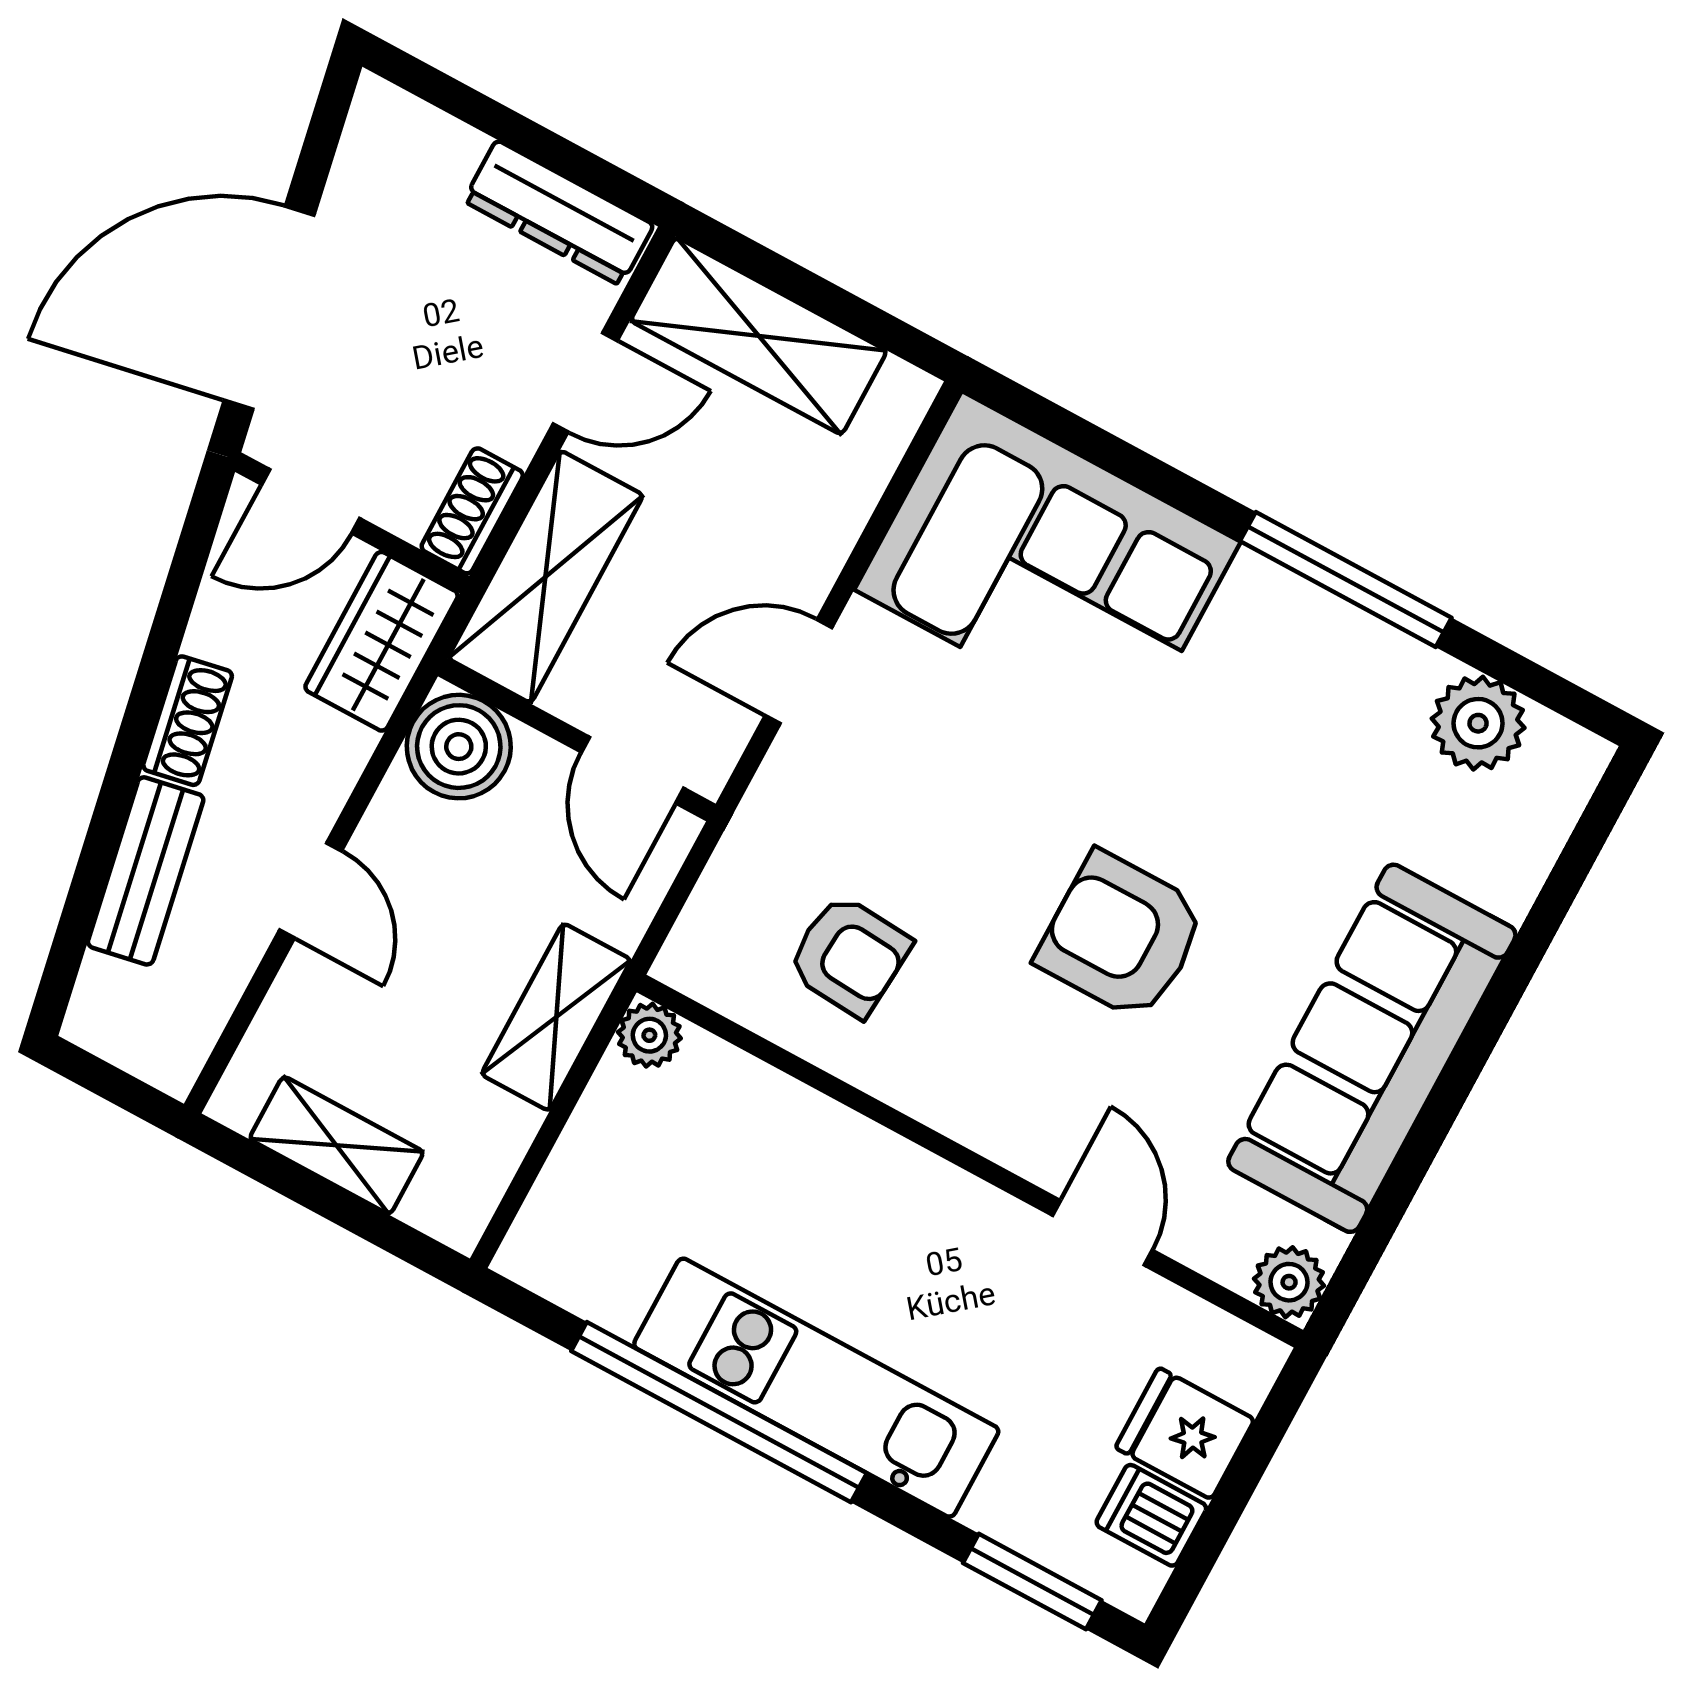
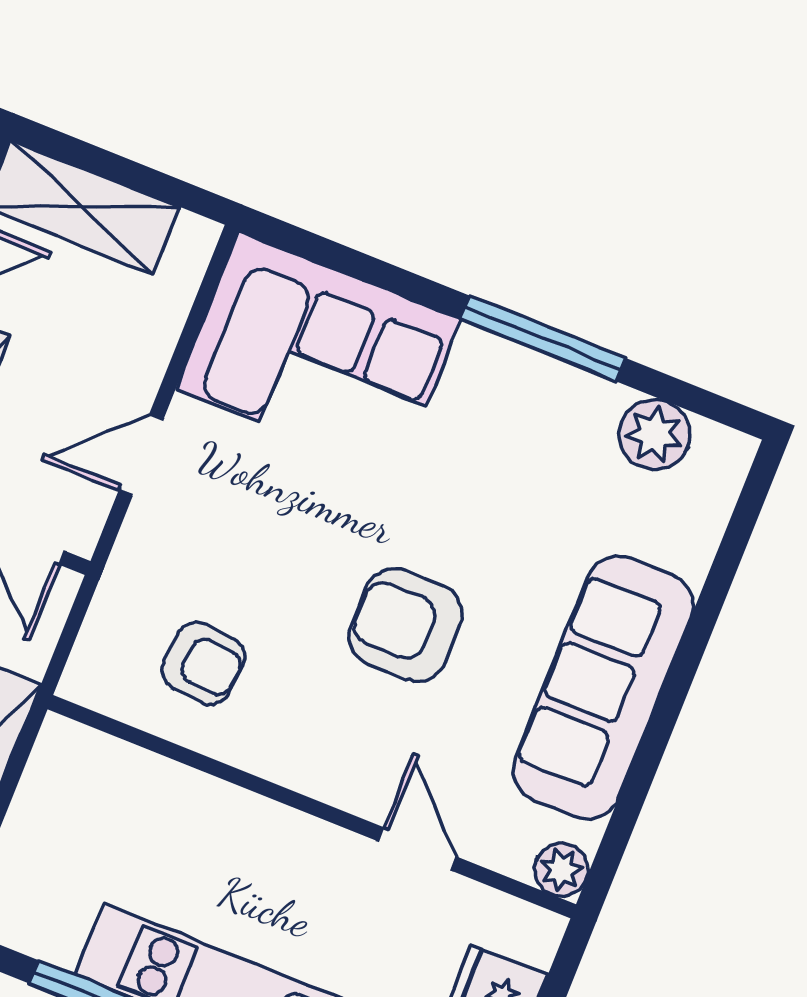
plant: (649, 1035) -> (61, 740), removed

